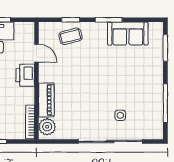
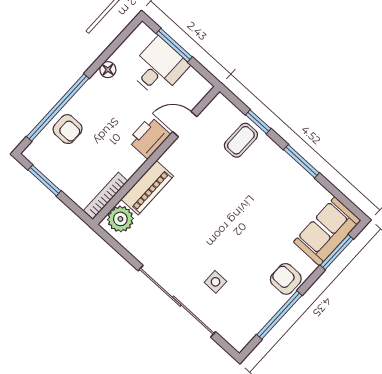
sofa: (128, 34) -> (327, 231), moved, turned 90
coffee table: (70, 36) -> (241, 140), turned -76
door: (37, 53) -> (185, 124), swing flipped
armchair: (153, 83) -> (286, 279), added

